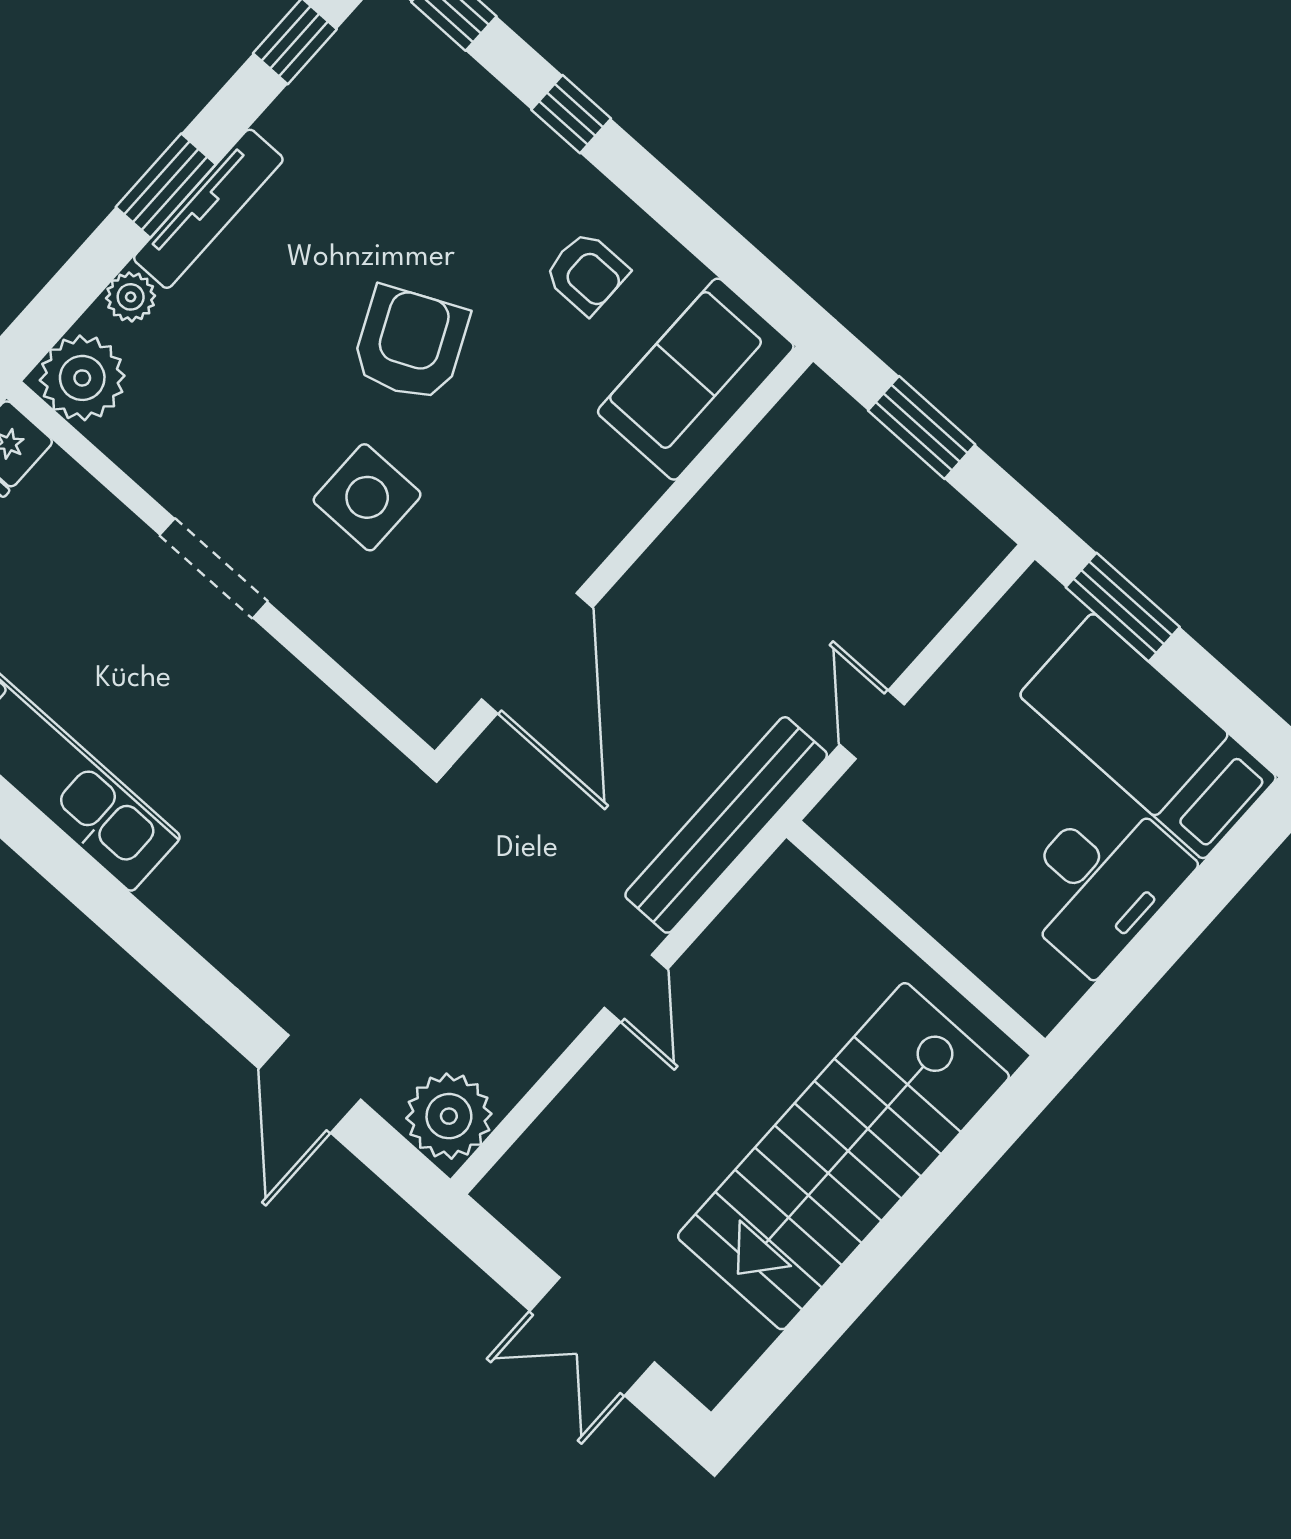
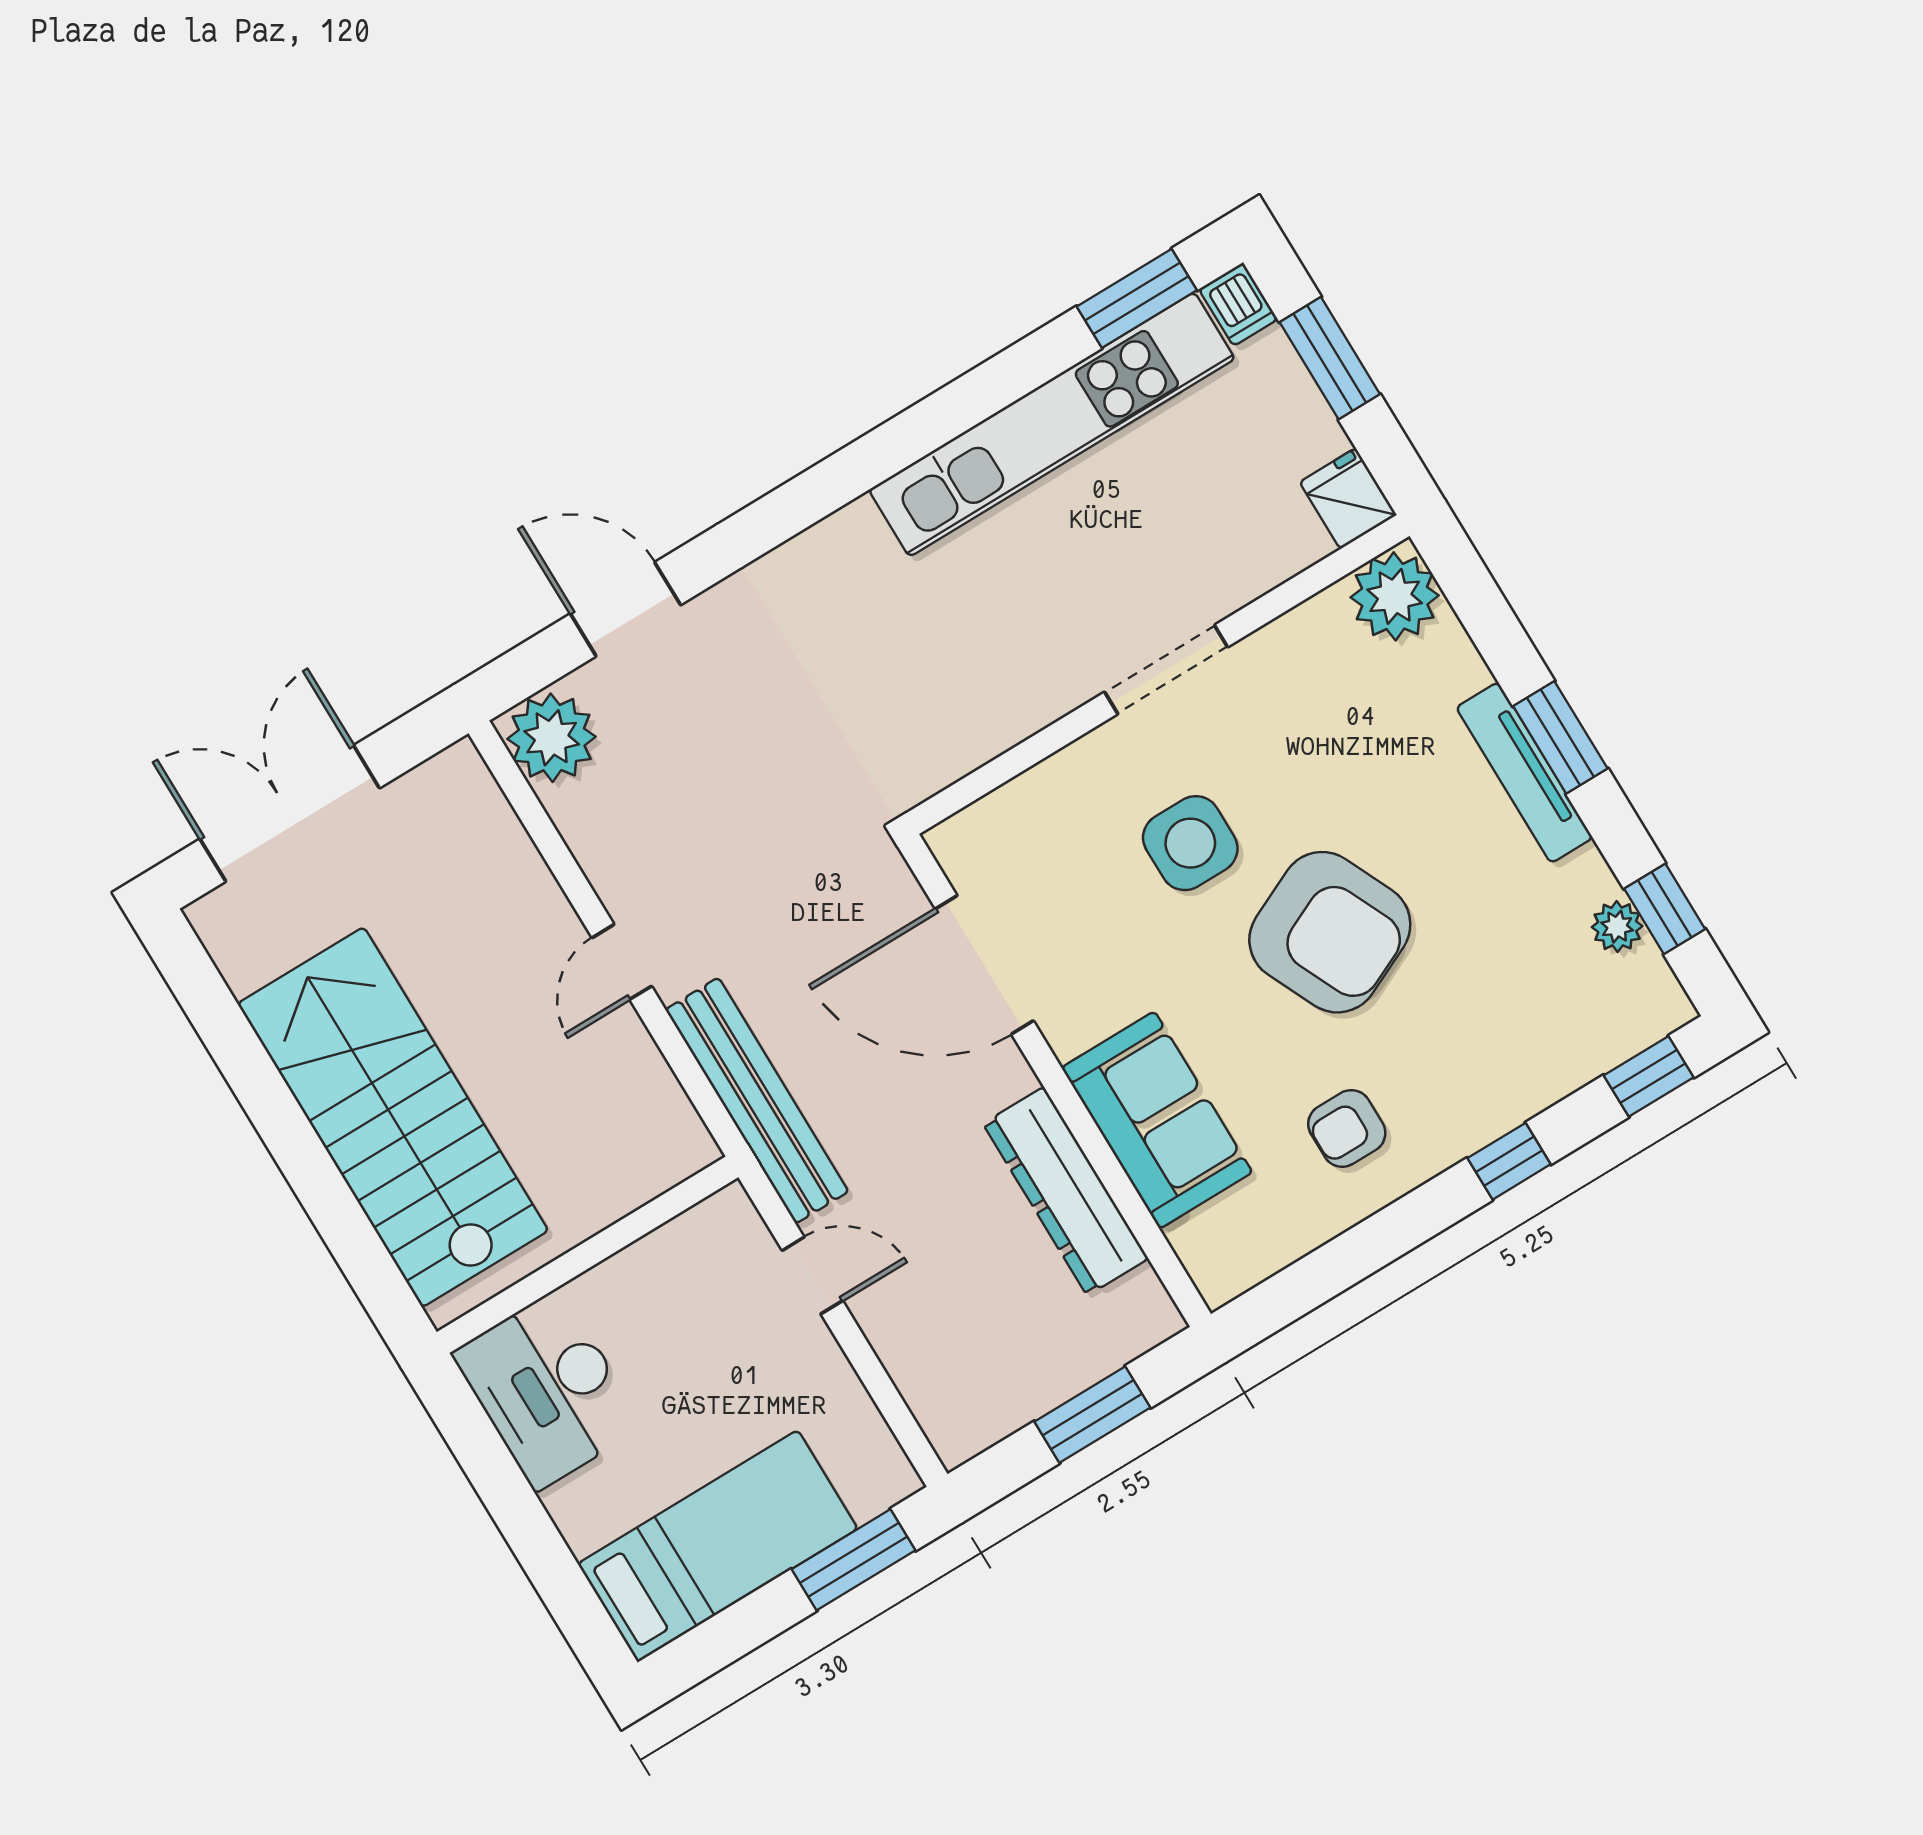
plant: (131, 297) -> (1617, 927), moved
armchair: (410, 344) -> (1330, 932), width x1.36, depth x1.36
sofa: (696, 379) -> (1157, 1120), moved
dresser: (723, 515) -> (1066, 1191), added
desk: (1101, 882) -> (548, 1390), moved
door: (636, 988) -> (622, 962), hinge flipped
double door: (592, 1337) -> (290, 813), width x1.37

